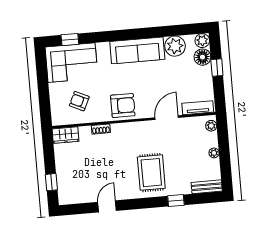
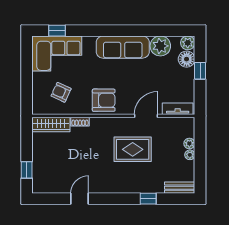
plant: (211, 126) -> (189, 143), moved
wardrobe: (65, 135) -> (51, 125), width x1.50
rug: (151, 173) -> (133, 149), moved, turned 90

